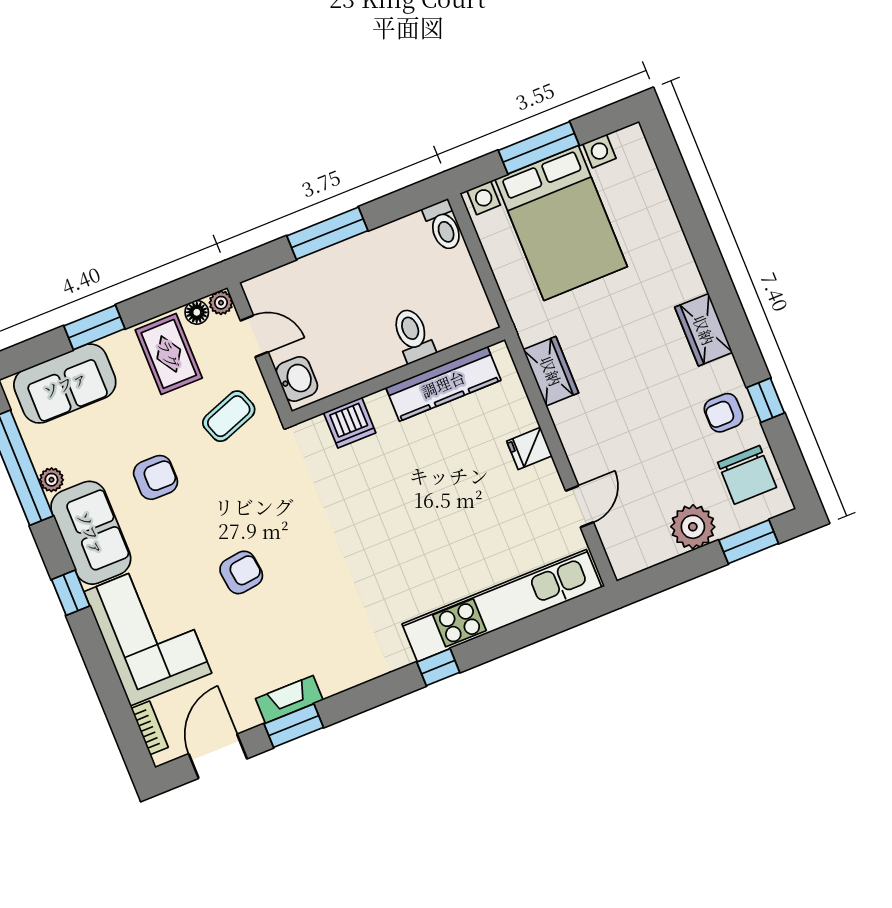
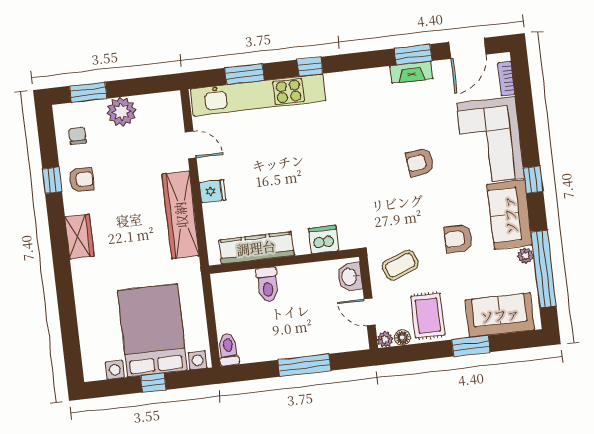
window: (539, 148) -> (153, 383), width x0.46
wardrobe: (551, 371) -> (181, 215), width x2.10, depth x1.17
chair: (747, 475) -> (77, 136), width x0.54, depth x0.54
door: (579, 507) -> (191, 145), swing flipped
window: (530, 630) -> (244, 74), added

